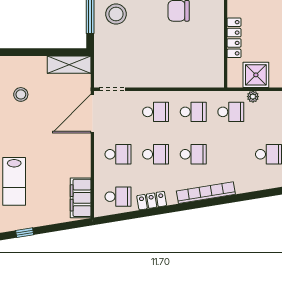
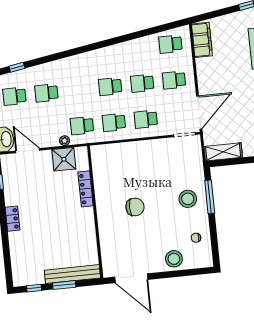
bookcase: (206, 193) -> (96, 55), removed
locker: (152, 201) -> (141, 44), removed

